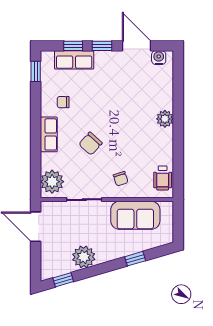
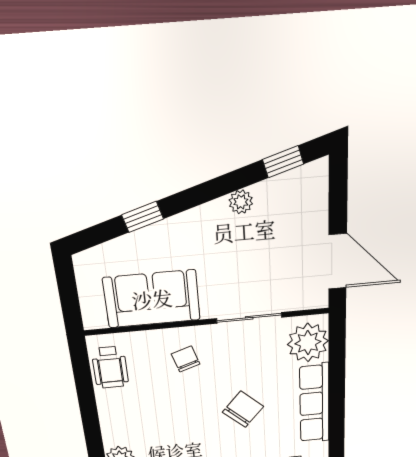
row of seats: (49, 134) -> (314, 404), width x1.48
wheelchair: (163, 178) -> (110, 367), turned 180
plant: (84, 257) -> (241, 202), width x0.53, depth x0.53

